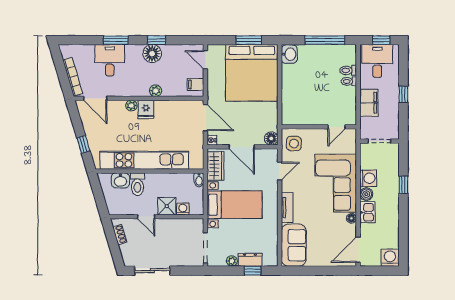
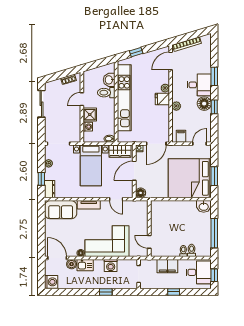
desk: (110, 60) -> (199, 85), moved
side table: (294, 143) -> (137, 210), removed
boiler: (366, 194) -> (72, 264), moved
dresser: (250, 260) -> (50, 189), moved

